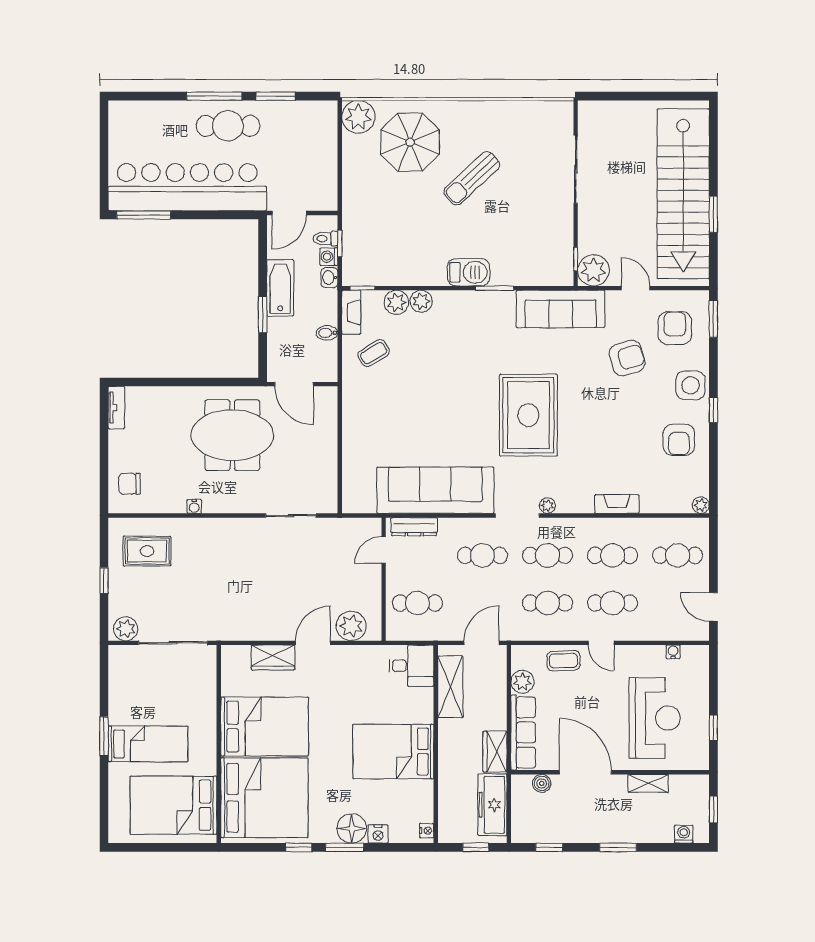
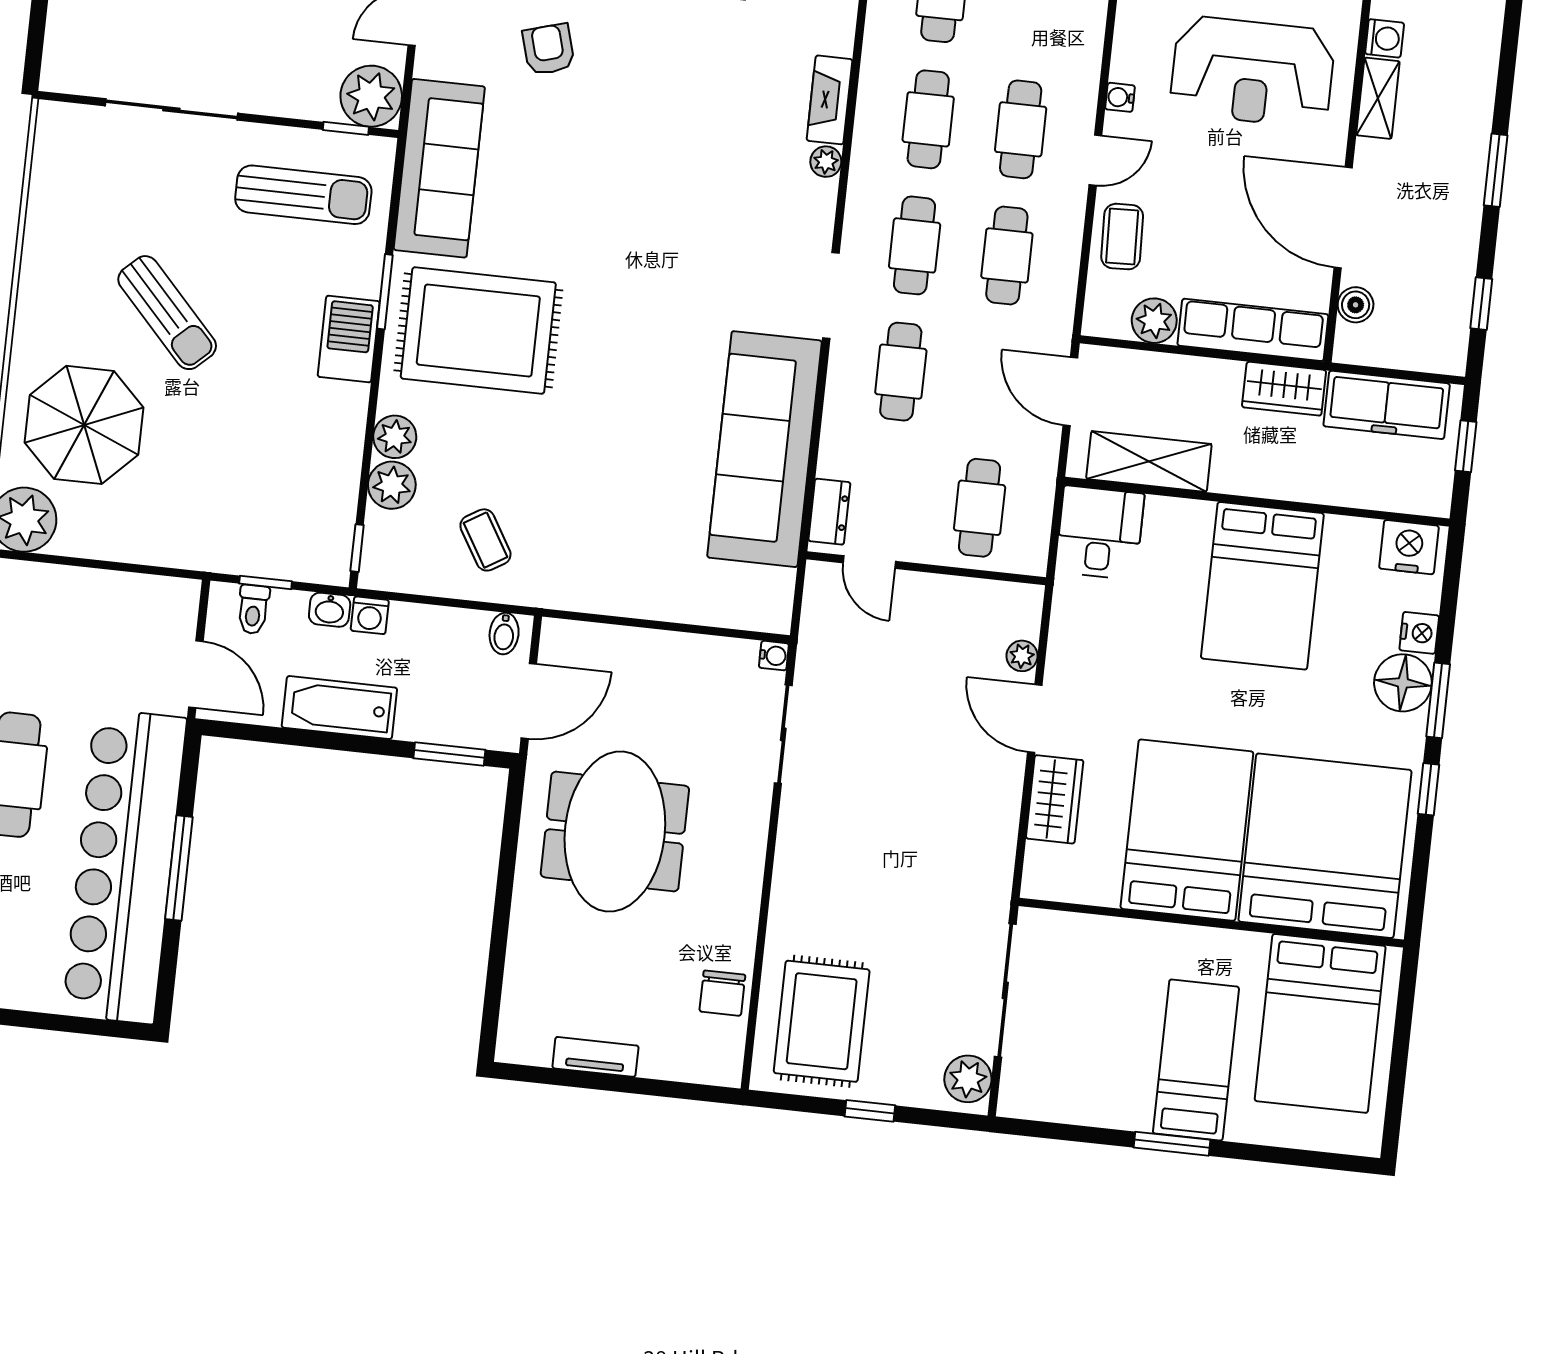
window: (144, 215) -> (179, 868), moved
sun lounger: (539, 241) -> (303, 195), added
washing machine: (329, 257) -> (370, 615), moved
fireplace: (351, 312) -> (402, 575), removed
window: (263, 315) -> (449, 754), moved
bidet: (327, 333) -> (504, 634), moved
armchair: (627, 358) -> (548, 49), width x0.72, depth x0.72
tv unit: (116, 408) -> (595, 1057), moved
rug: (528, 415) -> (478, 331), moved
chair: (130, 484) -> (722, 993), moved
water cooler: (194, 506) -> (774, 656), moved
plant: (548, 506) -> (826, 162), moved
dresser: (414, 527) -> (829, 512), width x0.70
rug: (147, 551) -> (822, 1021), width x1.36, depth x1.43
plant: (351, 626) -> (1022, 656), width x0.53, depth x0.53
water cooler: (673, 652) -> (1120, 97), moved
reception desk: (655, 718) -> (1252, 72), turned 180
door: (585, 772) -> (1343, 218), hinge flipped
nightstand: (427, 831) -> (1409, 547), width x1.89, depth x1.79
washing machine: (684, 834) -> (1385, 38), moved, turned 180

